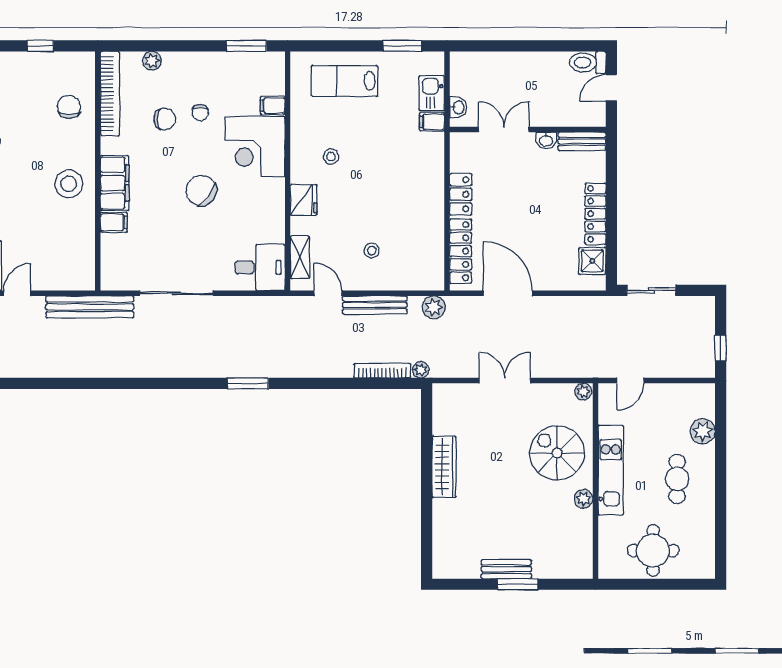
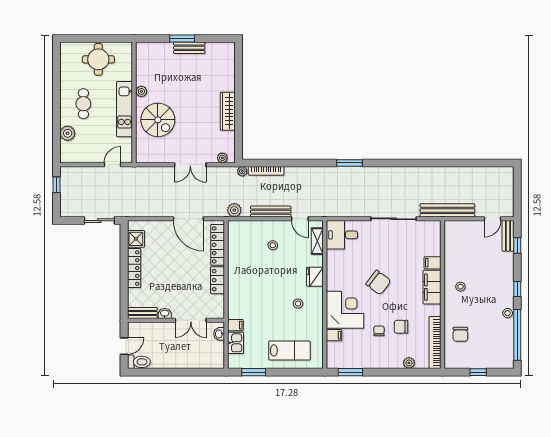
stool: (69, 184) -> (460, 287), width x0.53, depth x0.53
plant: (583, 392) -> (222, 158), moved

